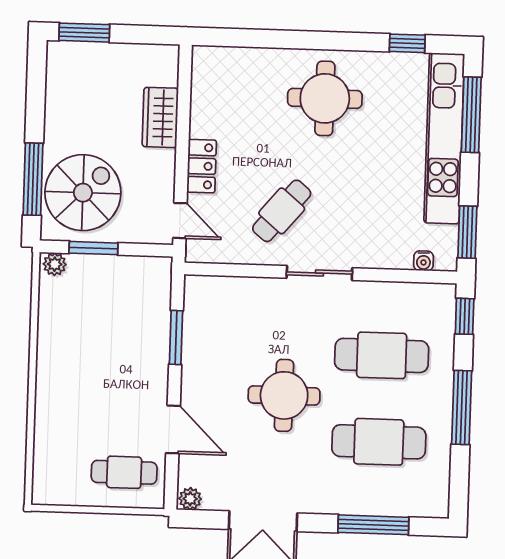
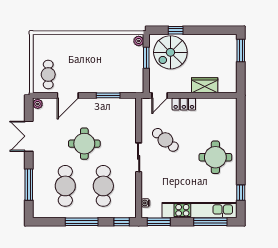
window: (33, 179) -> (176, 30), width x0.46
spiral stairs: (83, 193) -> (170, 52), turned 90

